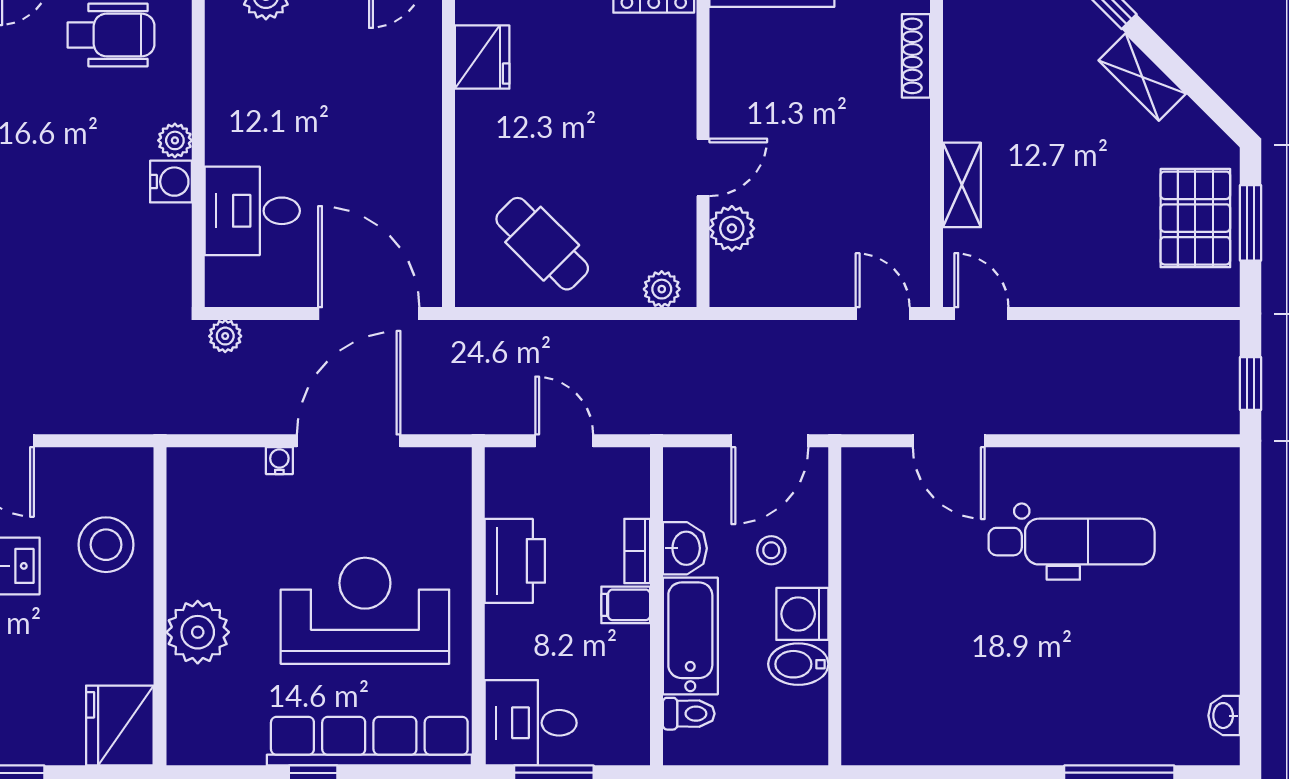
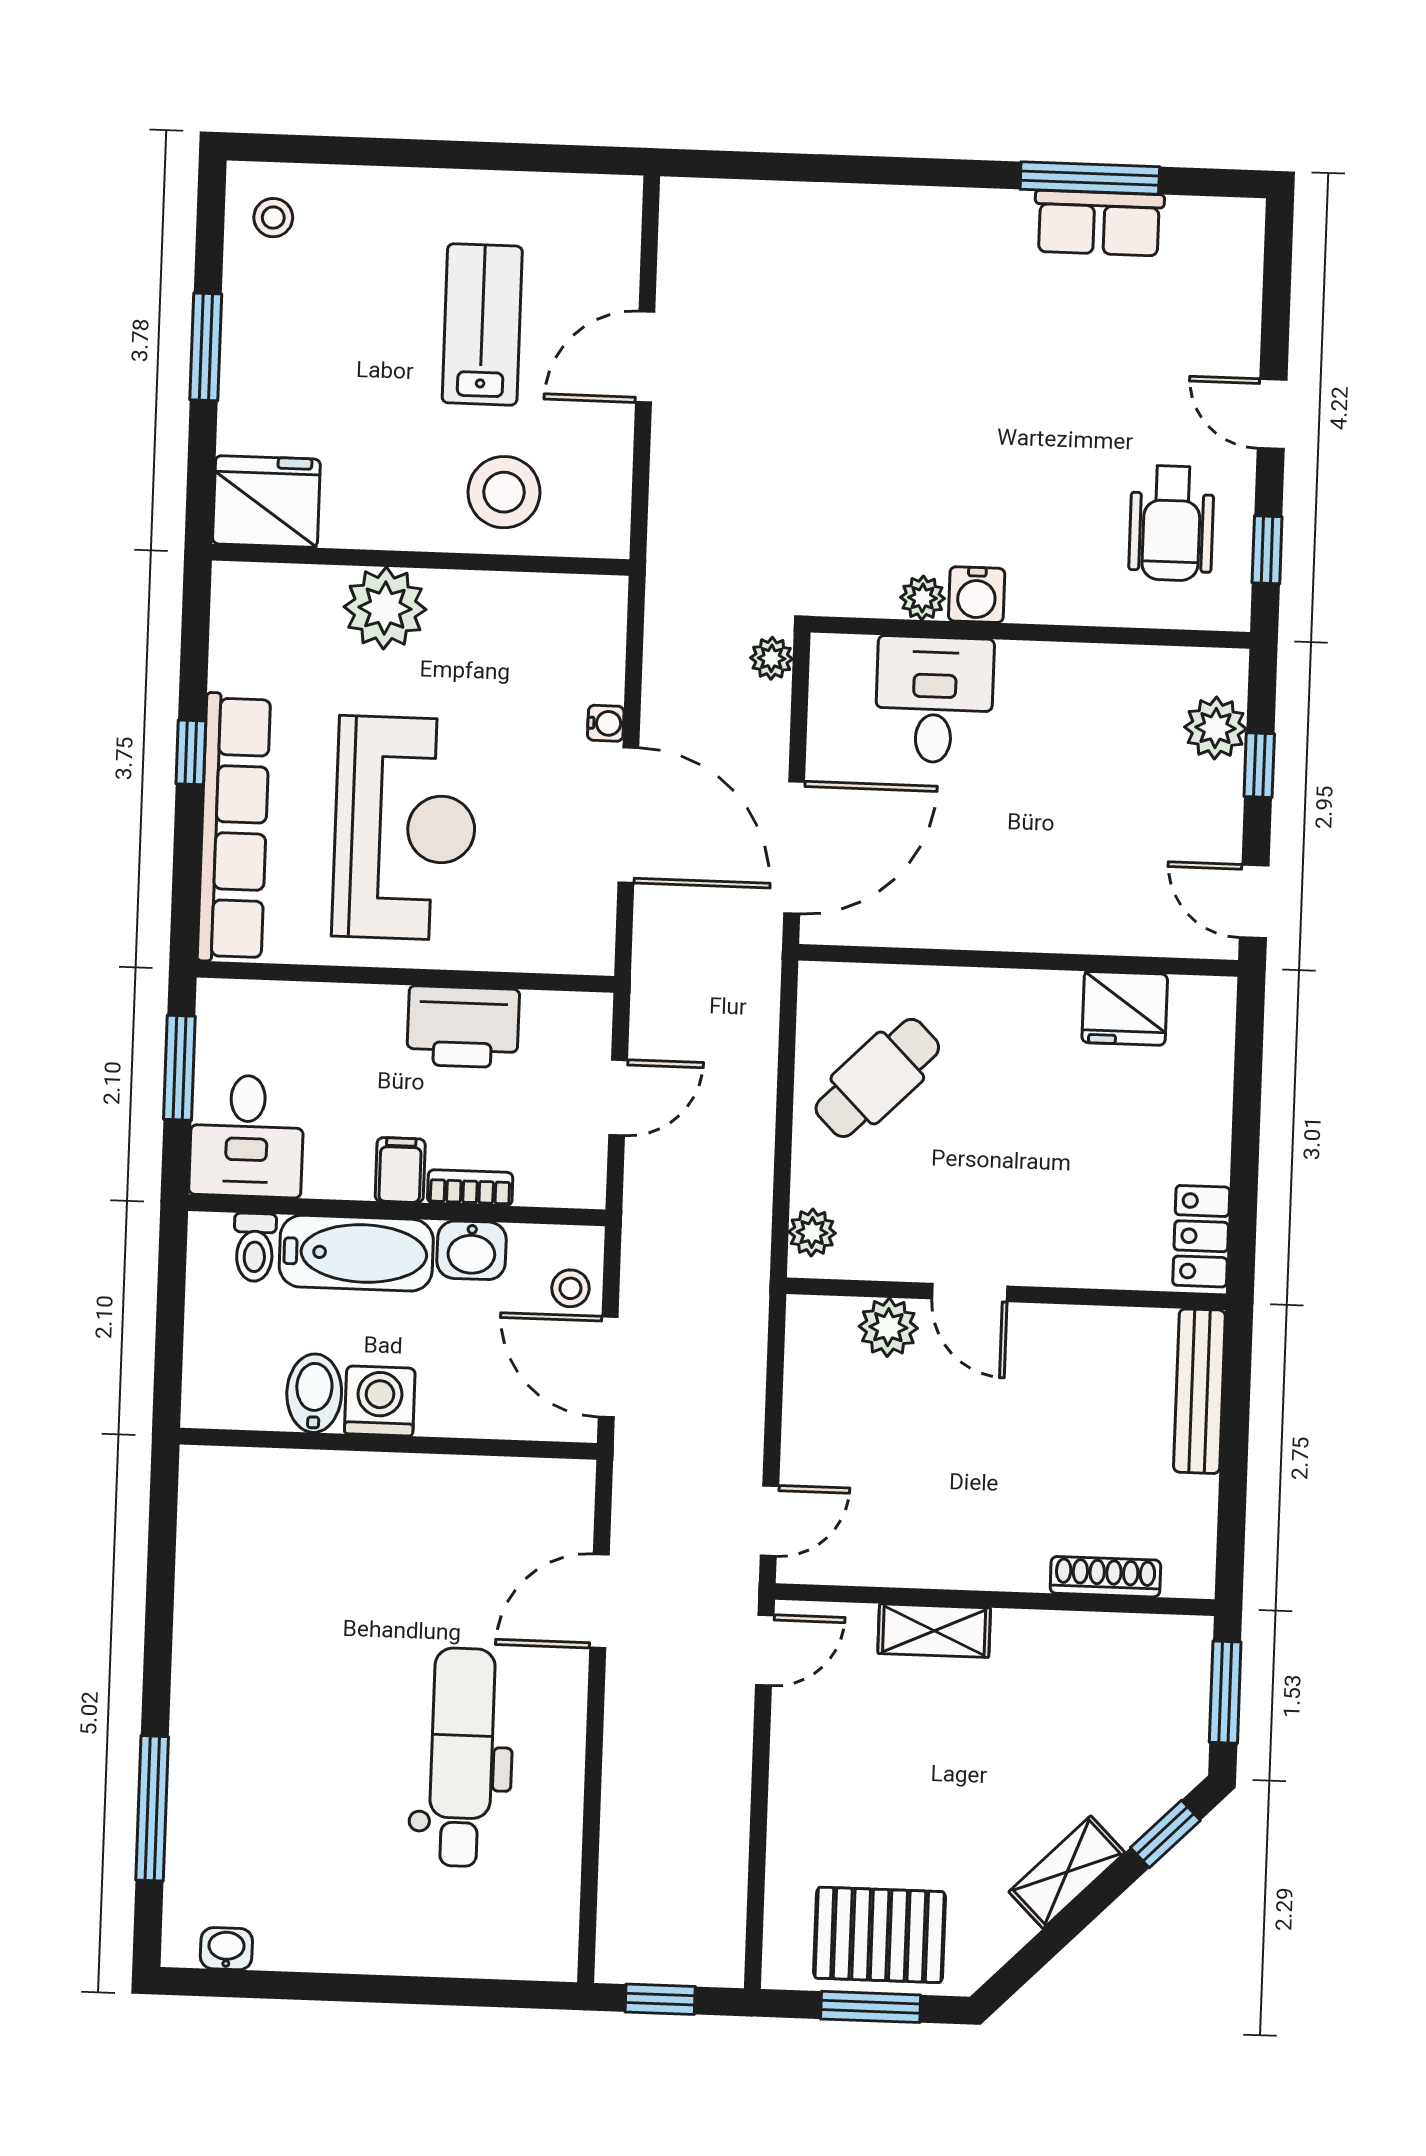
plant: (175, 140) -> (923, 598), moved
dental chair: (1072, 542) -> (462, 1757), turned 180
stool: (771, 550) -> (570, 1288), moved
desk: (531, 723) -> (247, 1136), moved, turned 180

